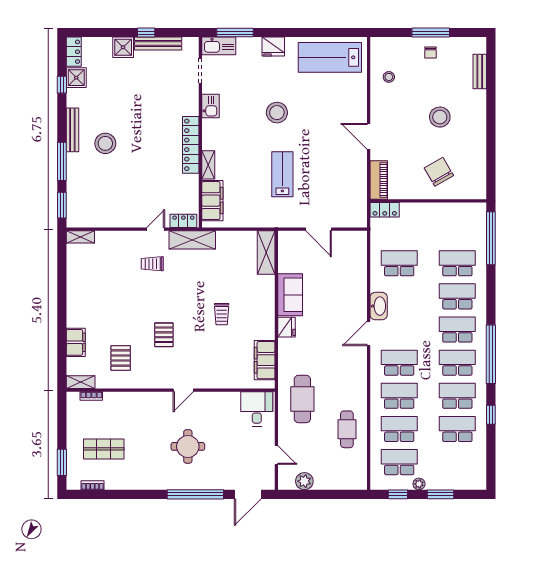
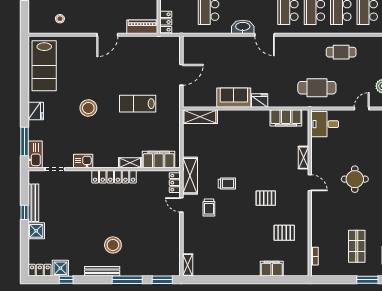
trolley: (222, 314) -> (227, 184), moved
shelving: (81, 382) -> (303, 158), moved

